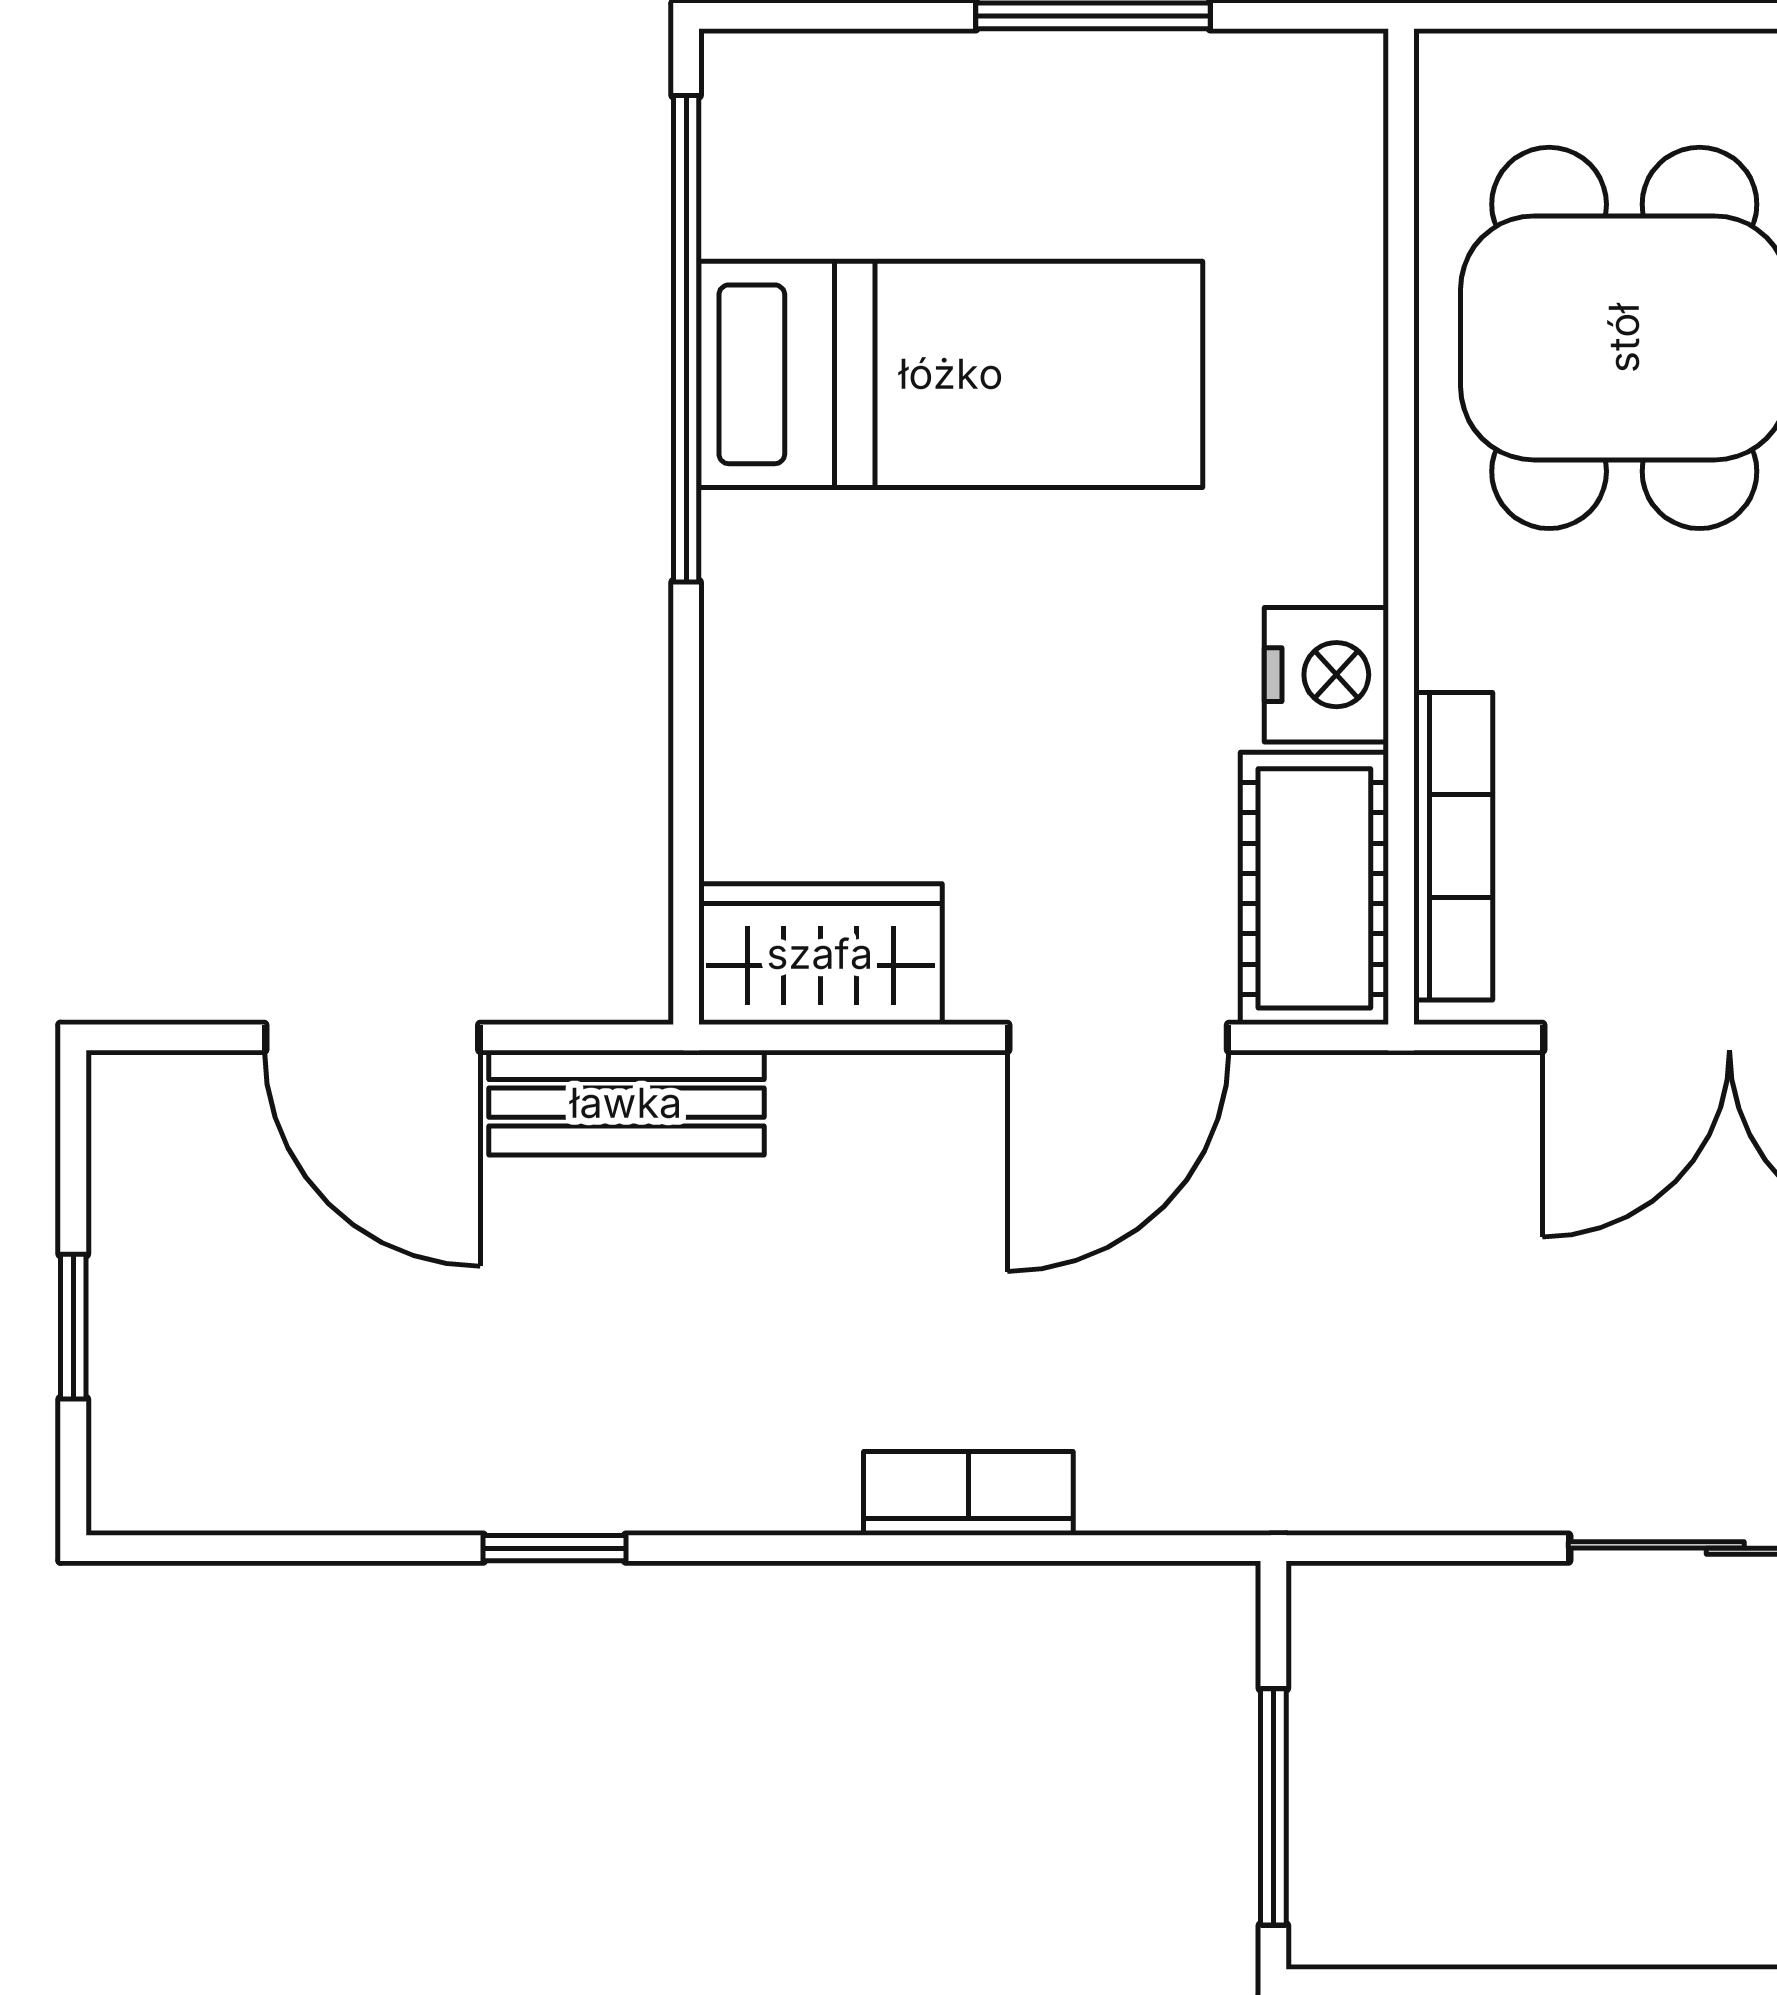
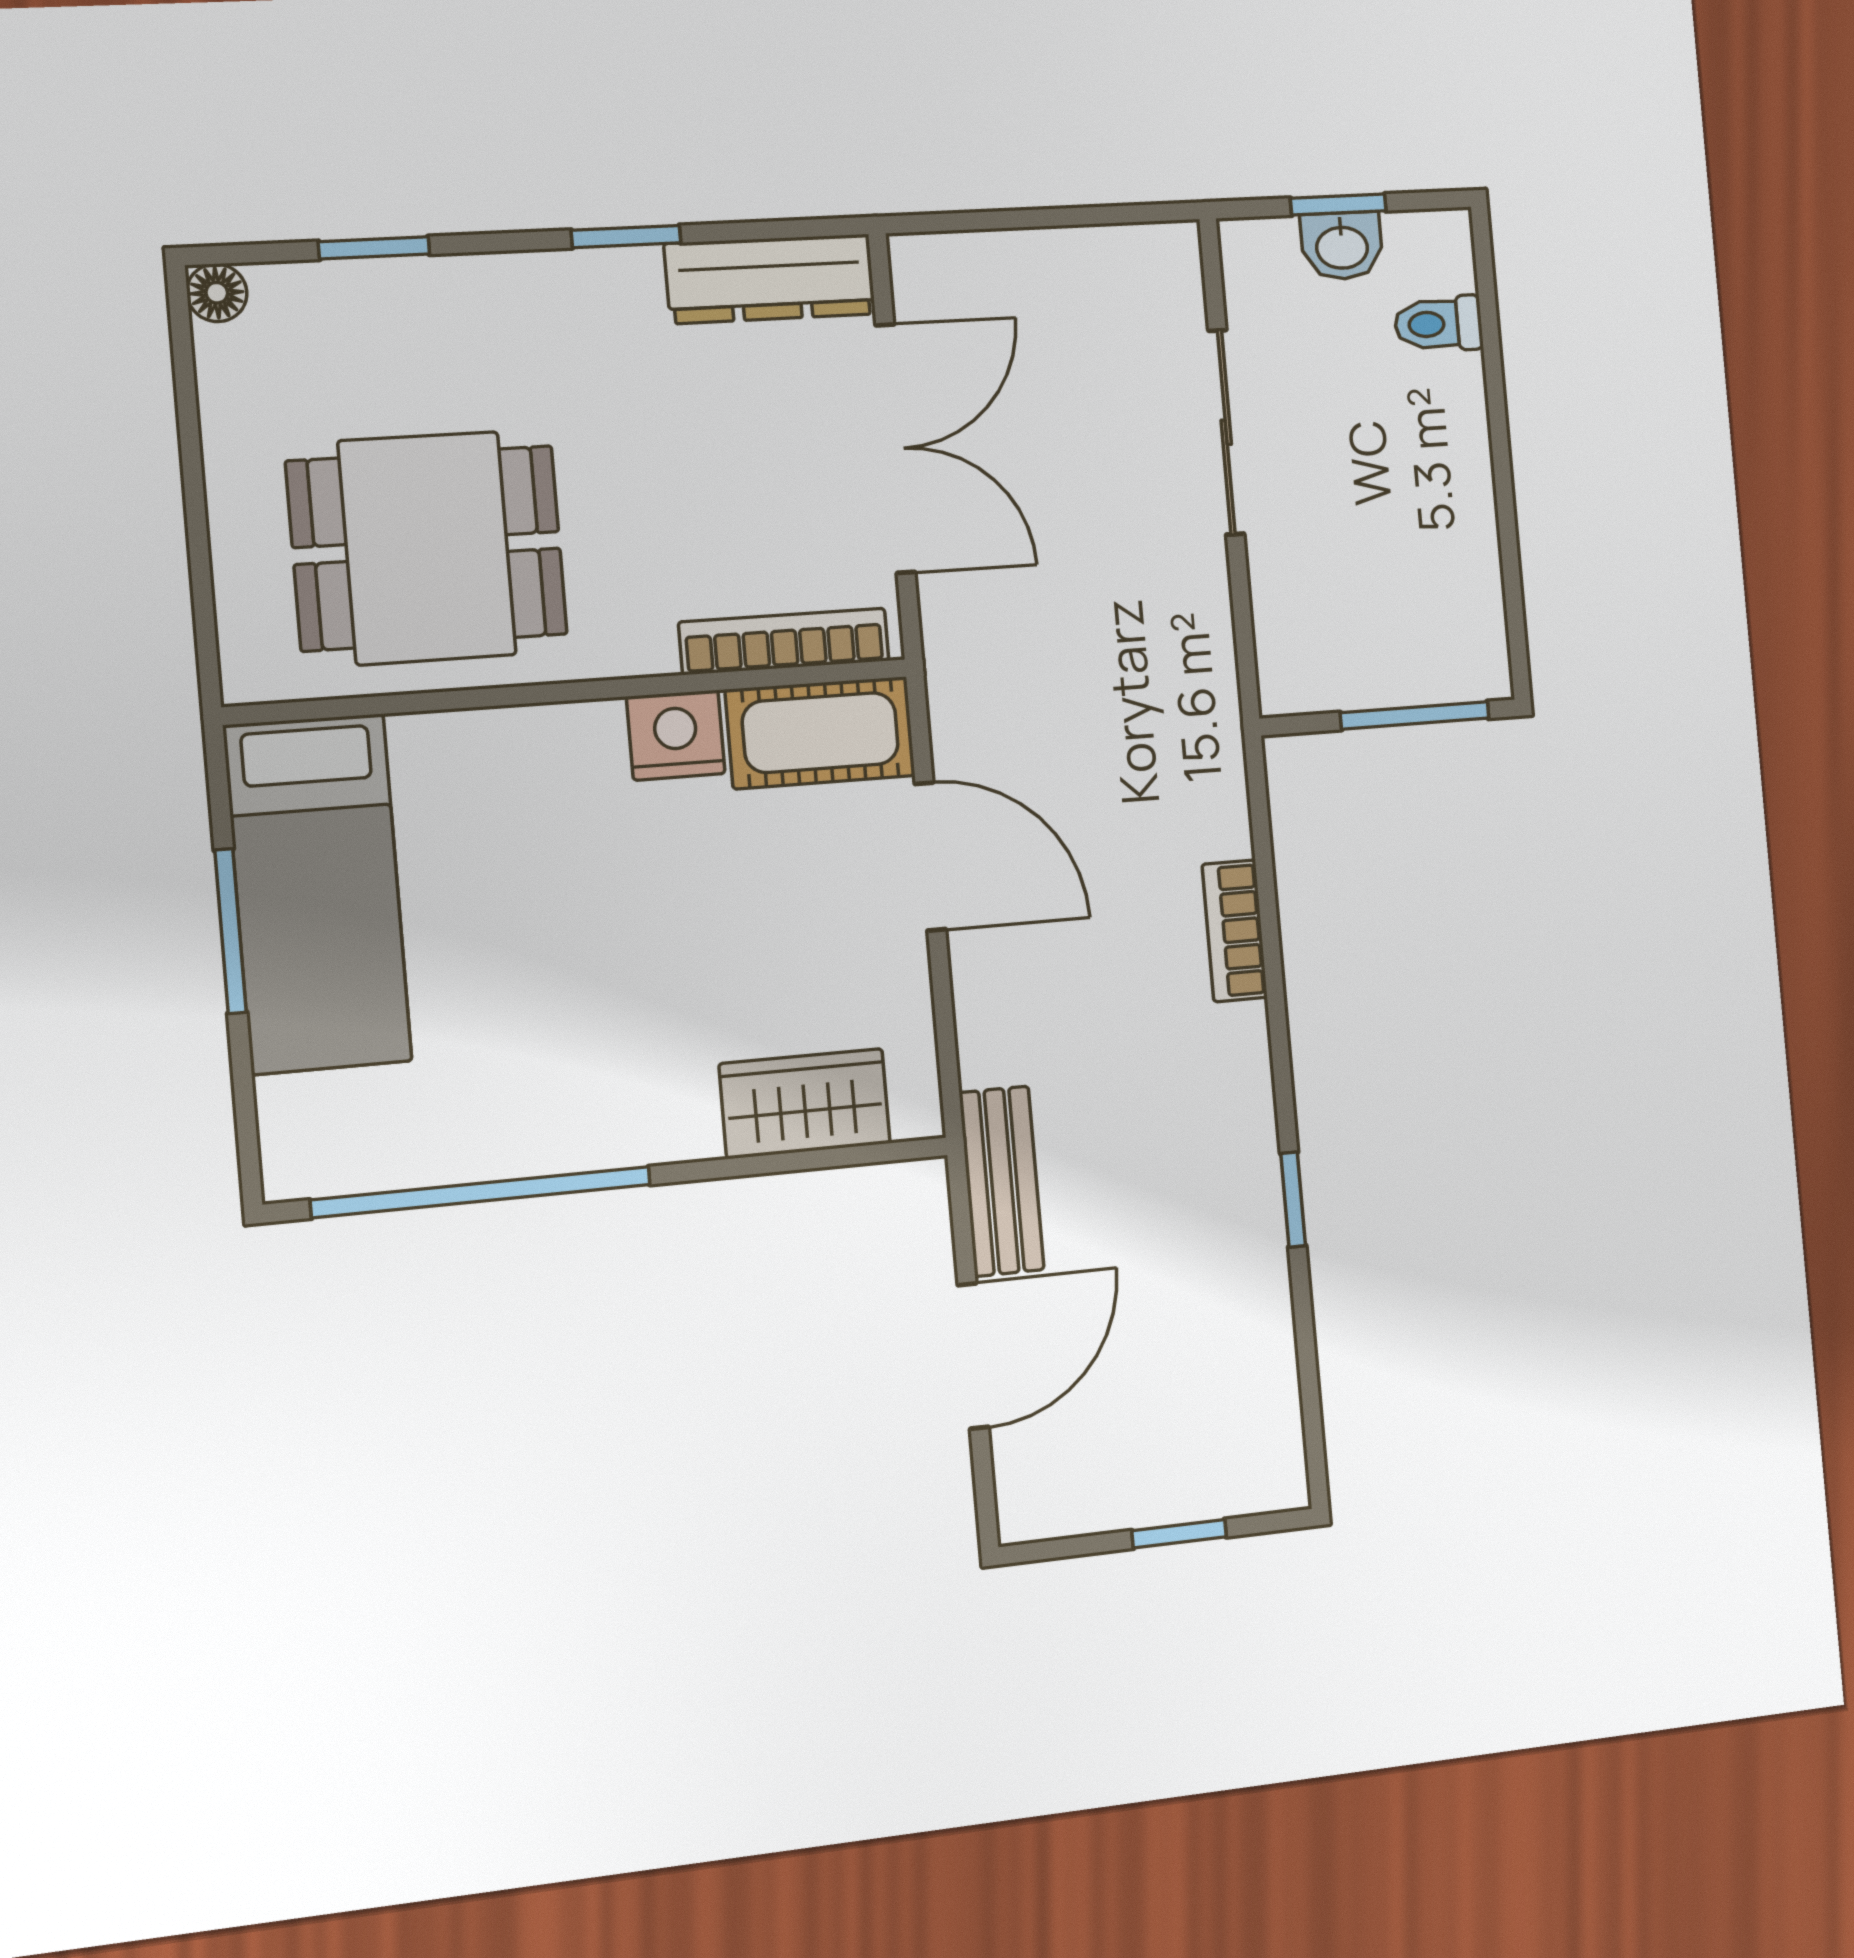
bed: (951, 374) -> (318, 894), moved, turned 180
wardrobe: (820, 954) -> (805, 1104), moved, turned 90

